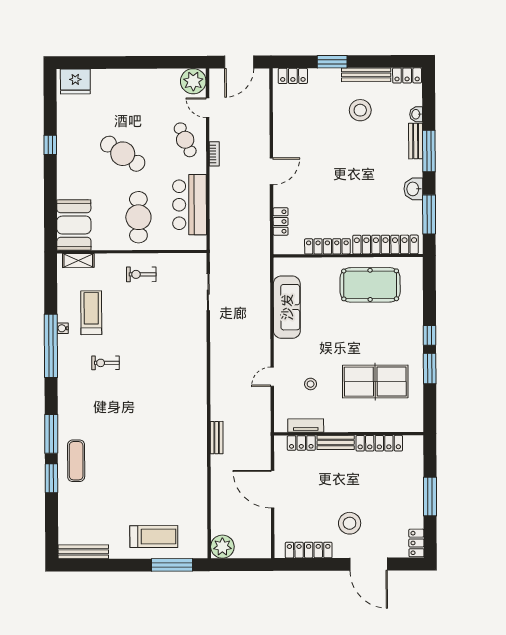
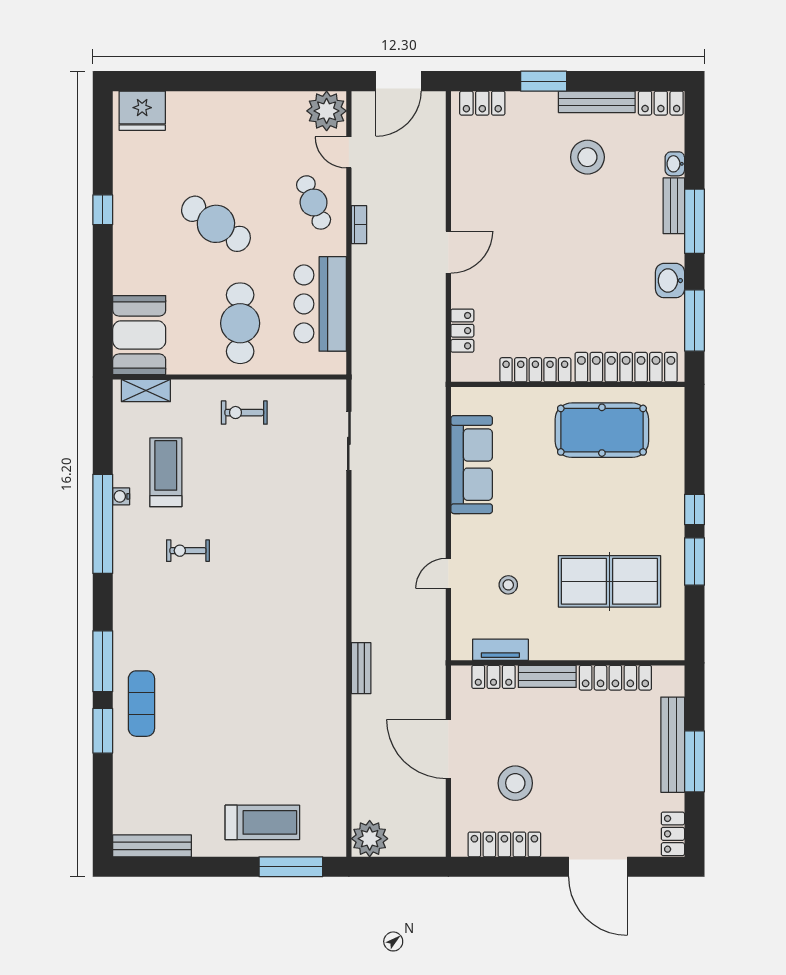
bench: (416, 486) -> (673, 745), added
stool: (350, 523) -> (515, 783), moved

